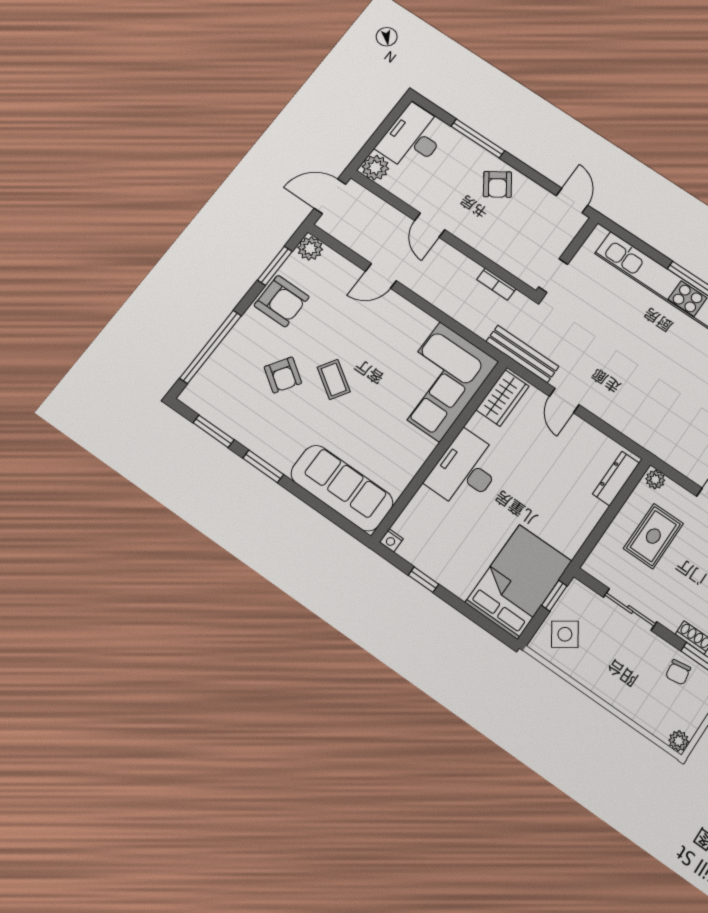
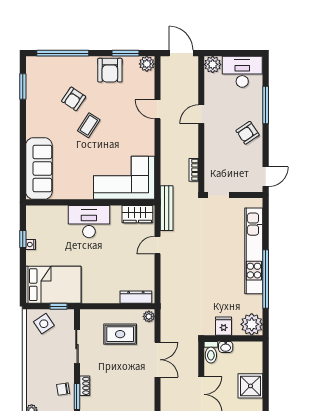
window: (263, 466) -> (23, 123), removed
nightstand: (391, 540) -> (31, 245), moved

